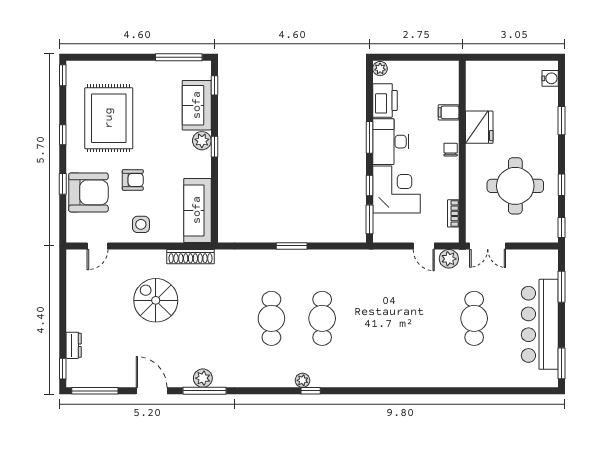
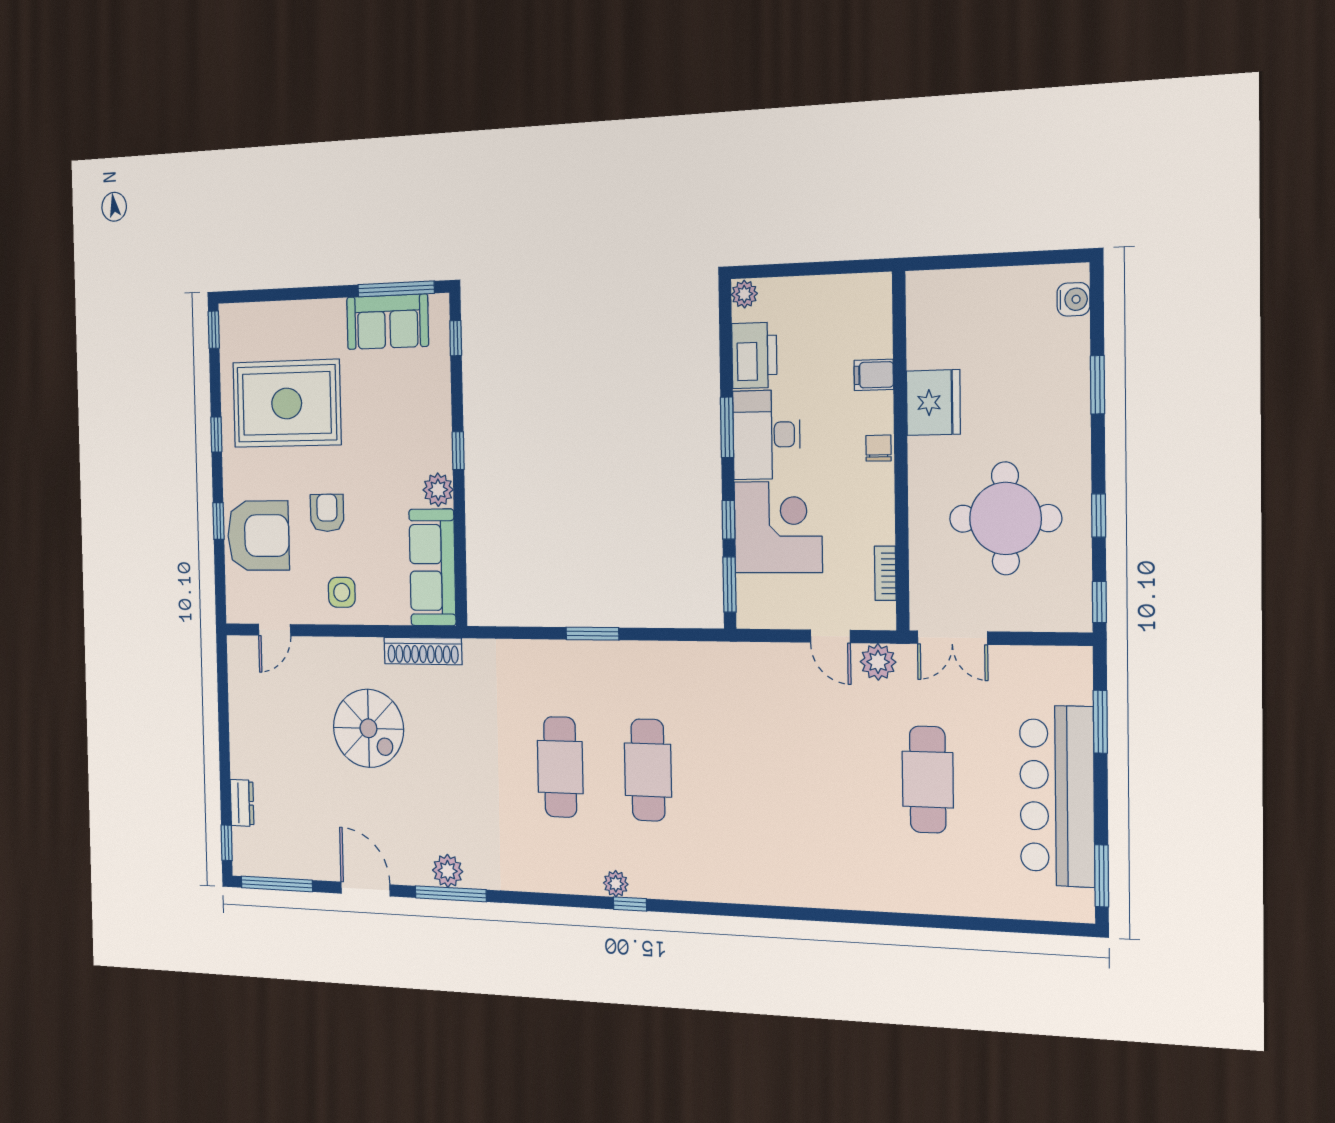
sofa: (197, 105) -> (388, 322), moved, turned -90
rug: (109, 118) -> (287, 403), turned 90
plant: (202, 141) -> (438, 490), moved
armchair: (133, 180) -> (327, 513), turned -90
spiral stairs: (156, 300) -> (368, 728), turned 180

